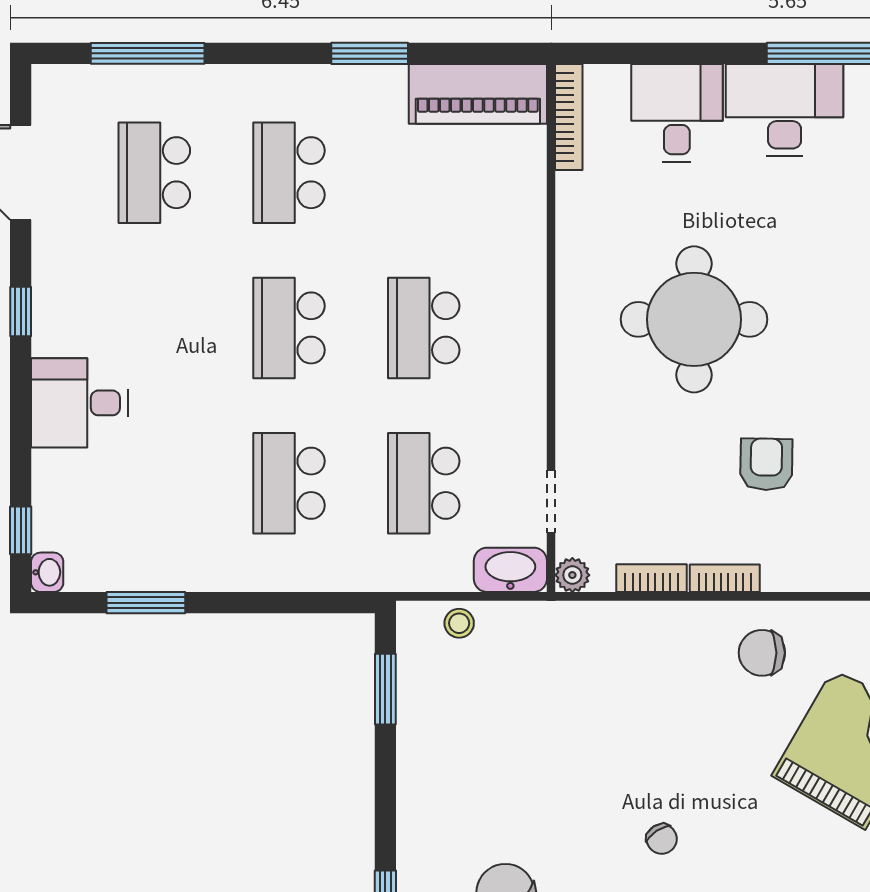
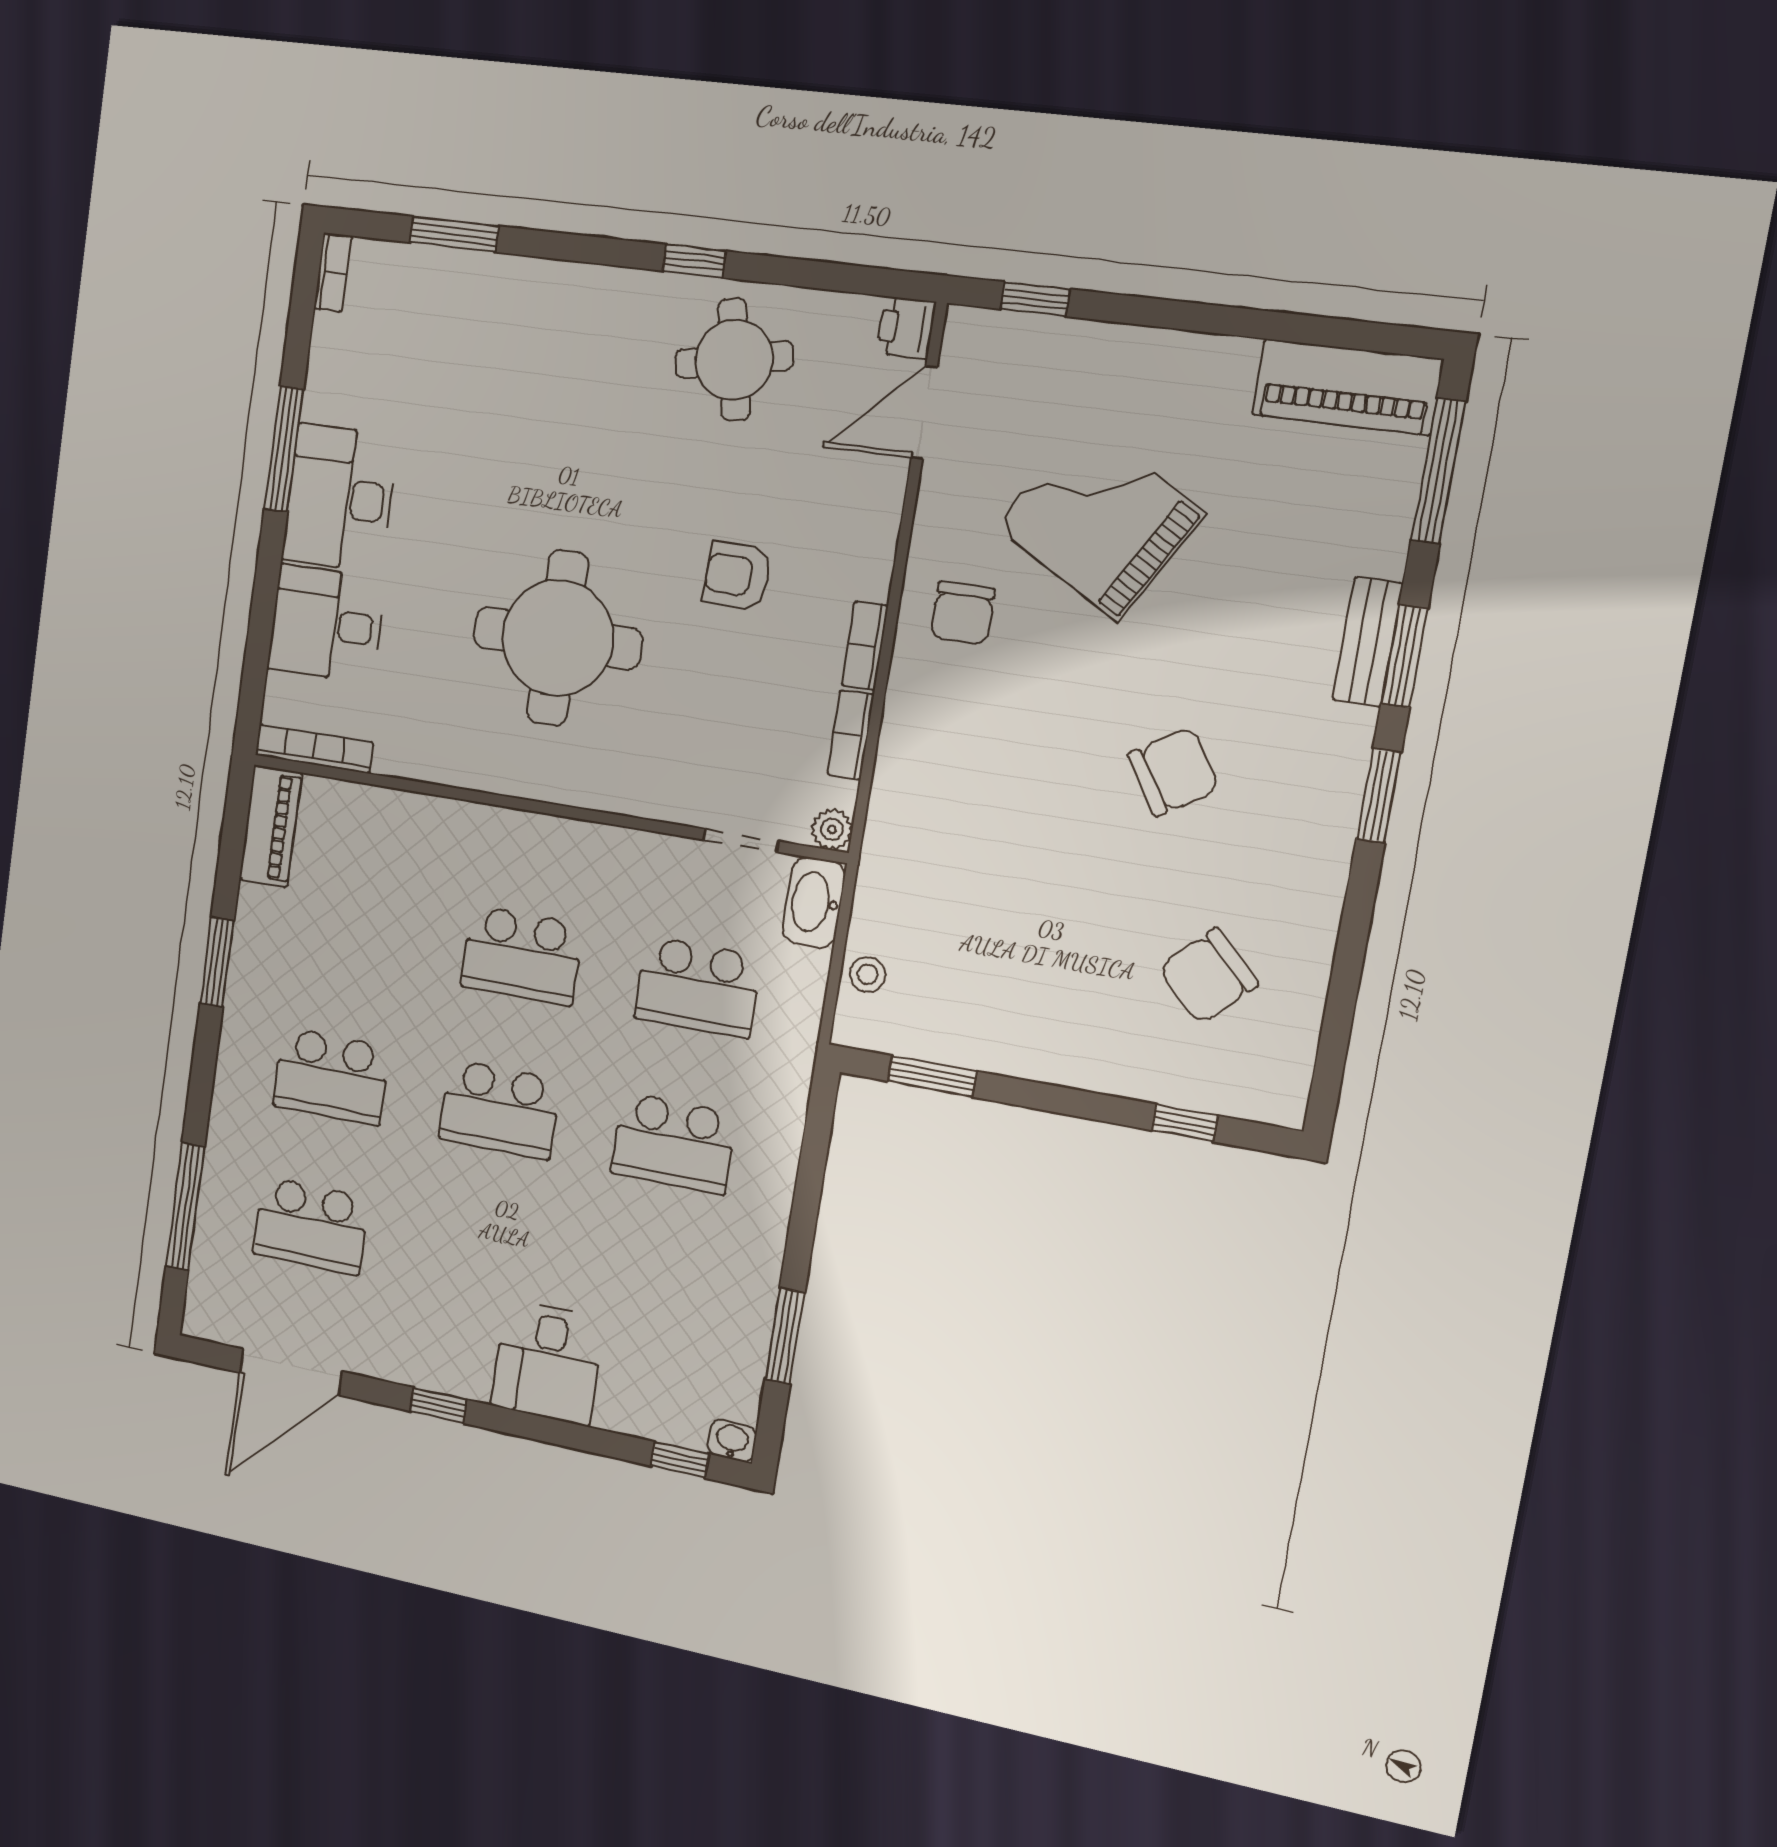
piano: (478, 94) -> (271, 826), width x0.73, depth x0.75
chair: (662, 839) -> (1174, 772), width x1.87, depth x1.87

